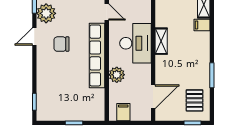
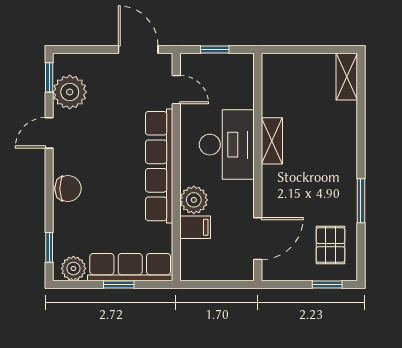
filing cabinet: (202, 25) -> (344, 112), removed
chair: (61, 44) -> (68, 189), moved, turned 180
filing cabinet: (123, 112) -> (195, 227), moved, turned 90
row of seats: (81, 113) -> (130, 267), added
plant: (48, 114) -> (73, 268), added

